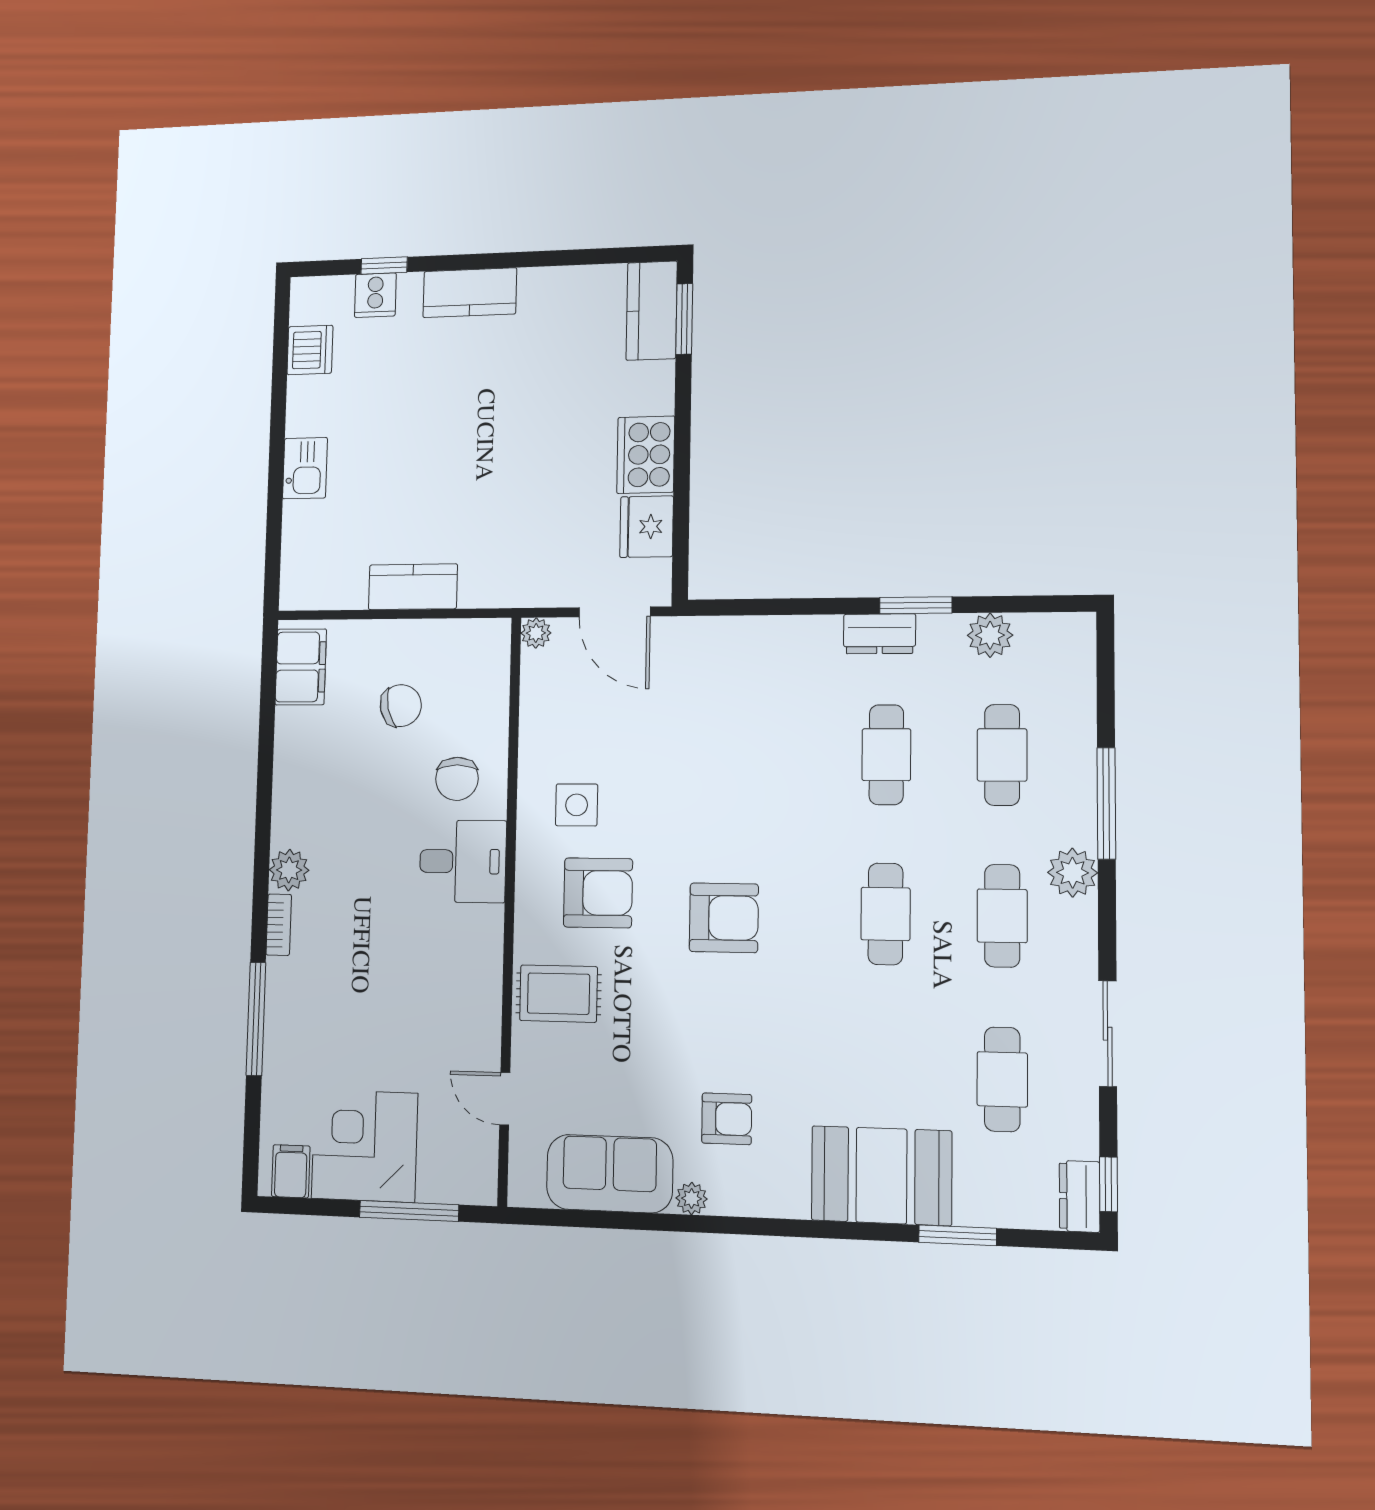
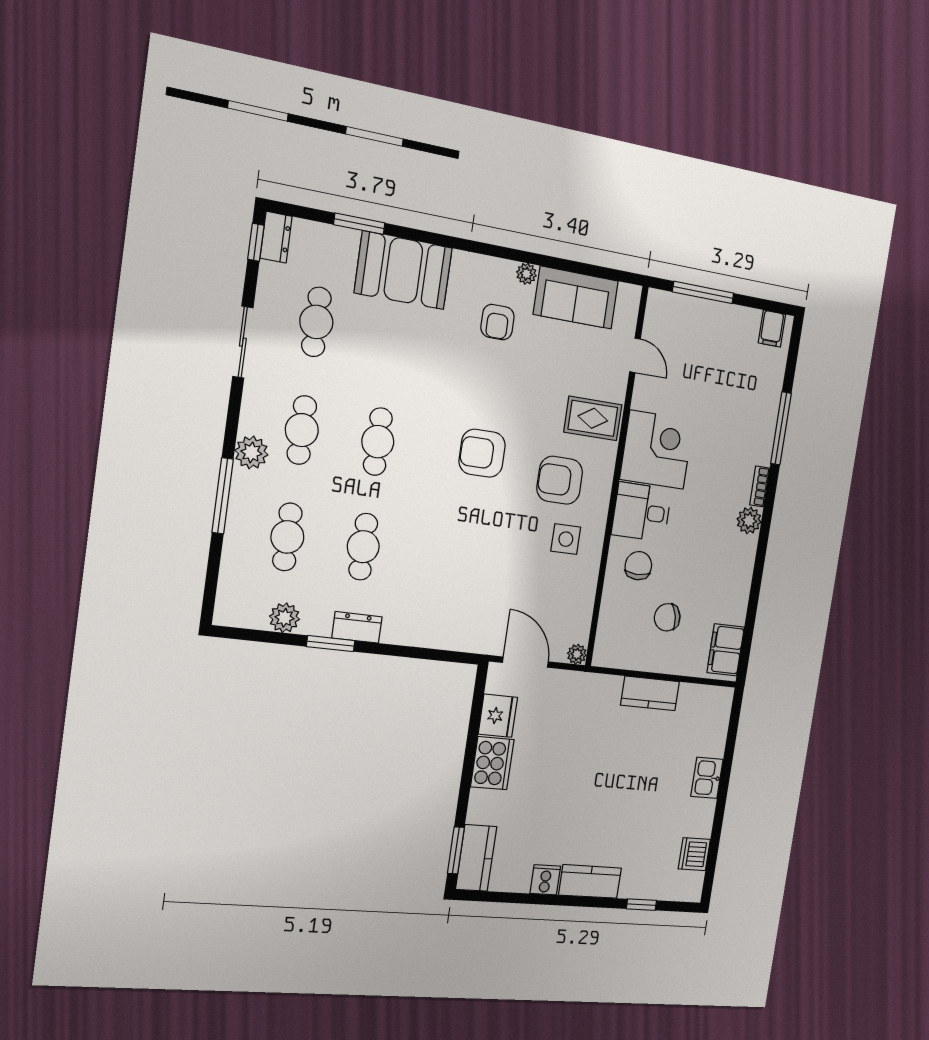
cooker: (375, 295) -> (545, 880), moved
armchair: (727, 1119) -> (497, 322), turned -90
corner desk: (365, 1146) -> (657, 450), moved, turned -90

